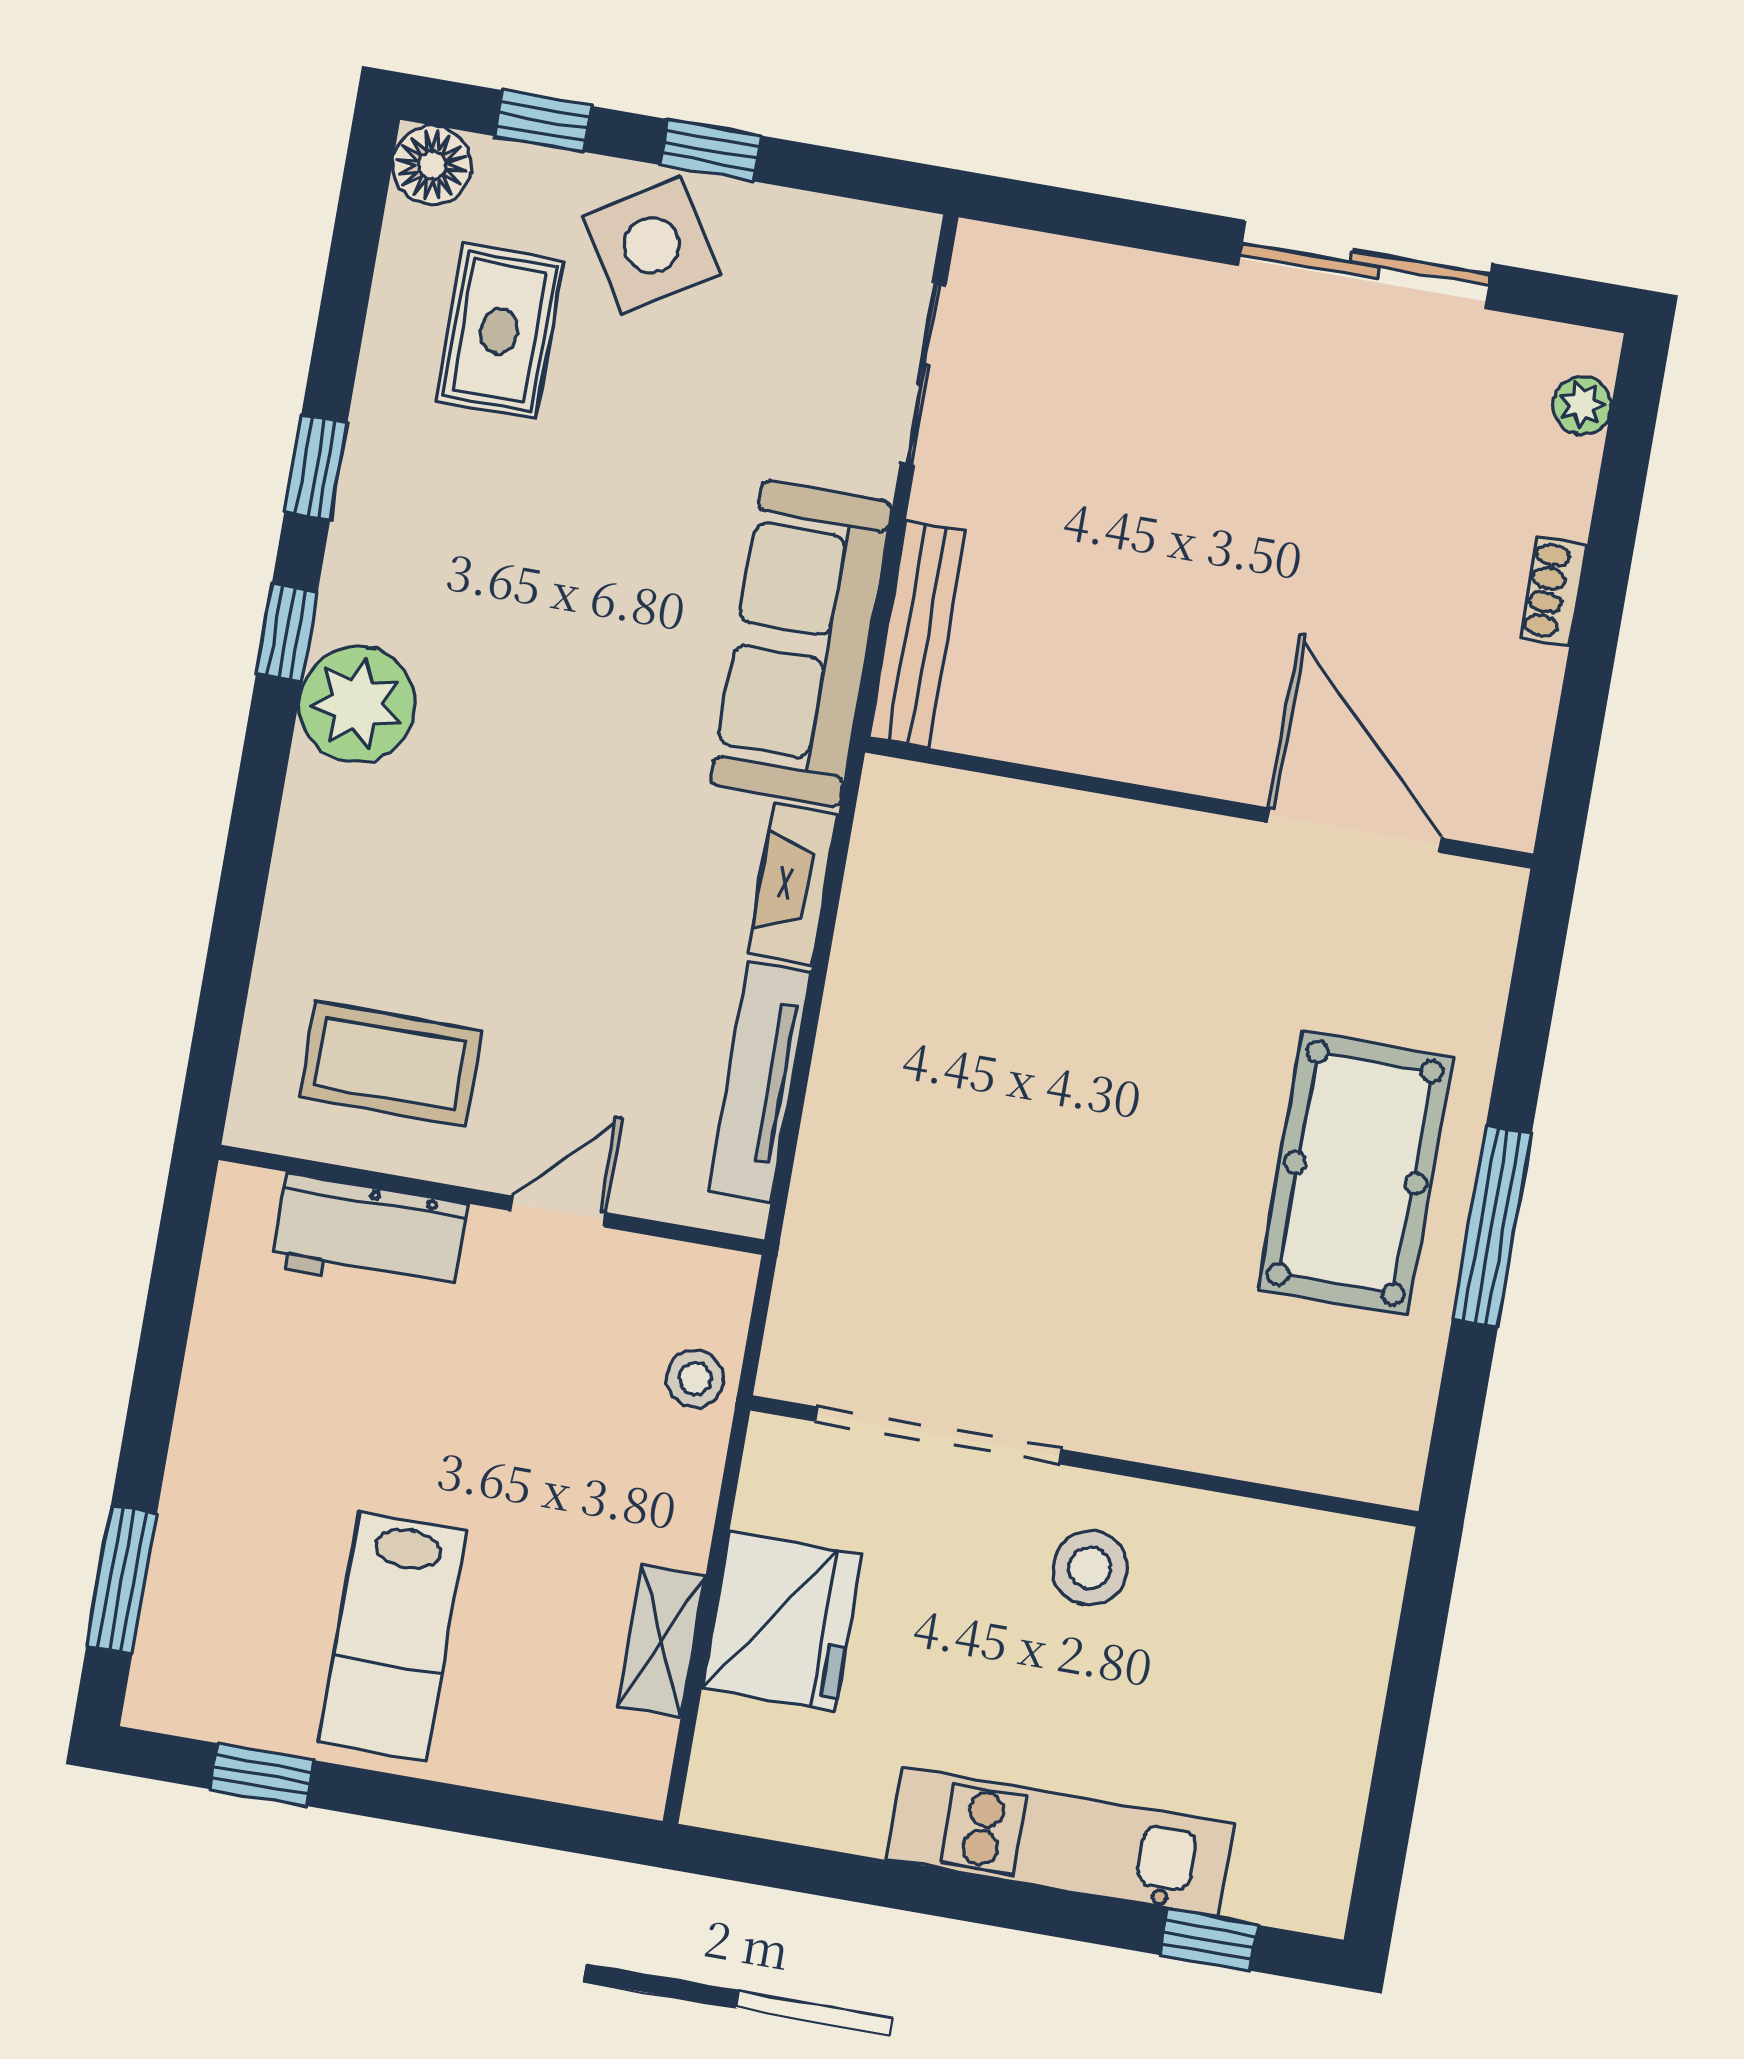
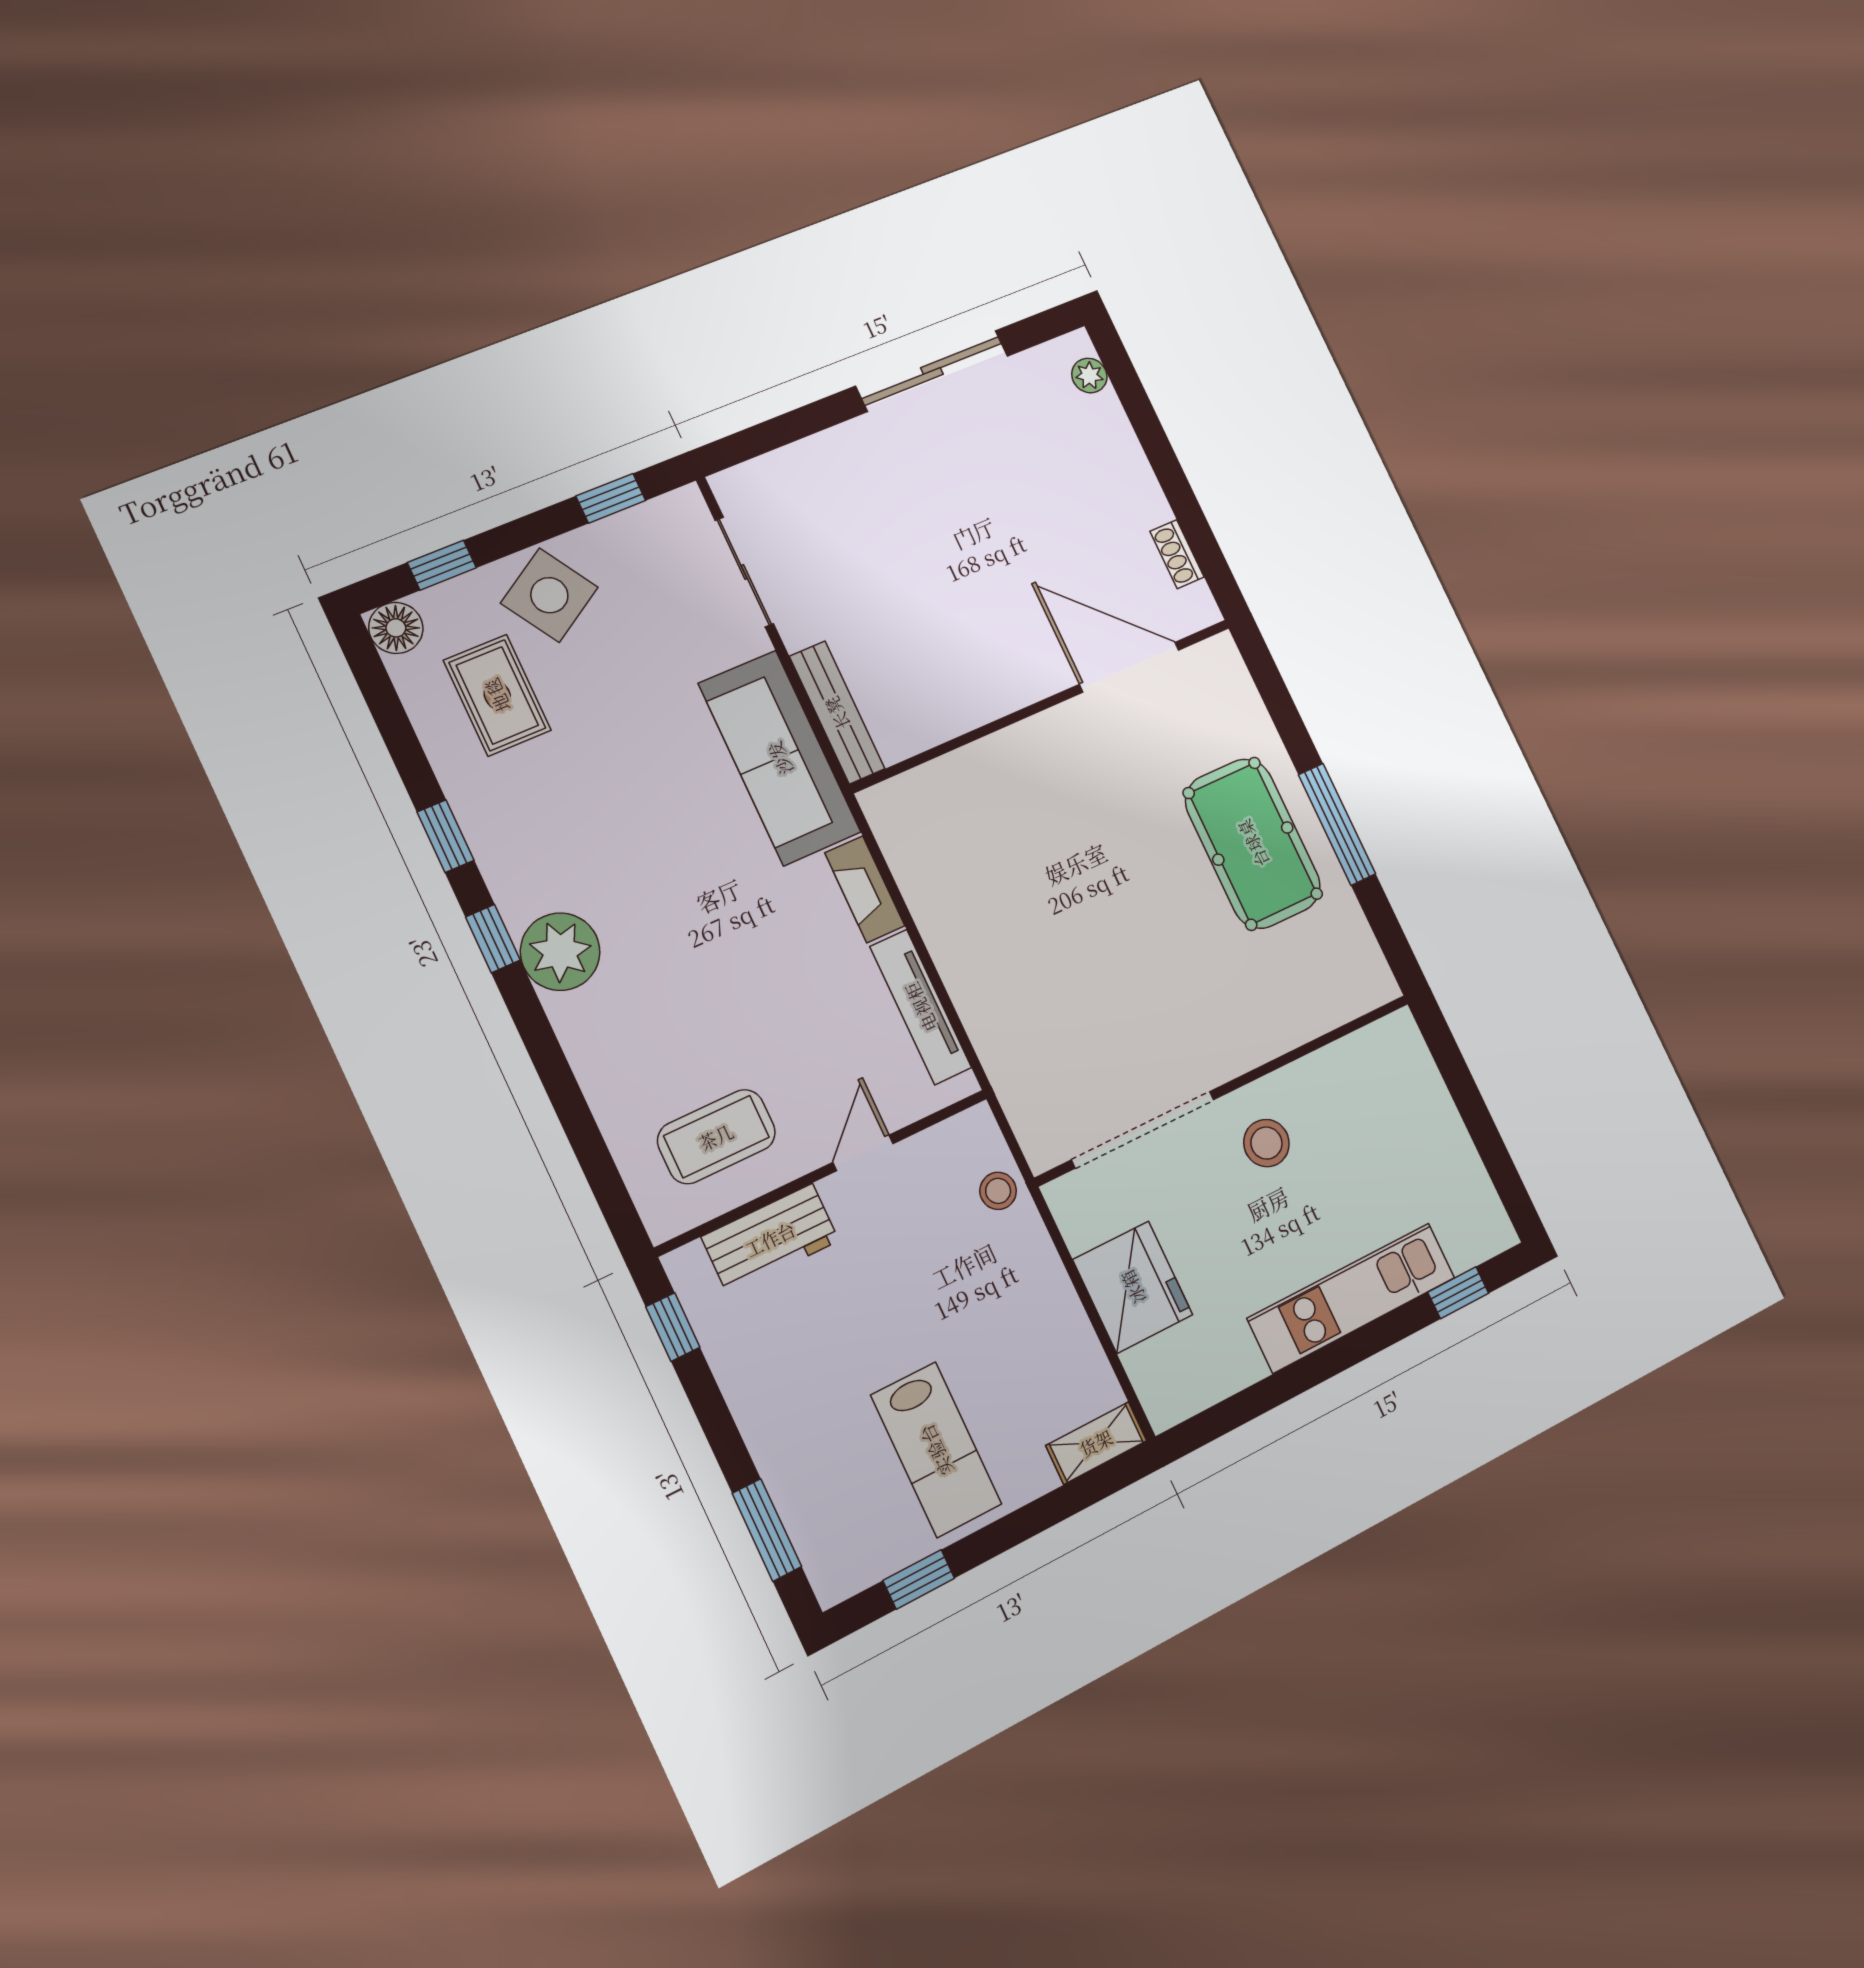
window: (711, 150) -> (611, 498), moved
shoe rack: (1554, 591) -> (1177, 554), moved
window: (178, 1257) -> (673, 1327), added
shelving: (661, 1641) -> (1096, 1443), moved, turned 90

